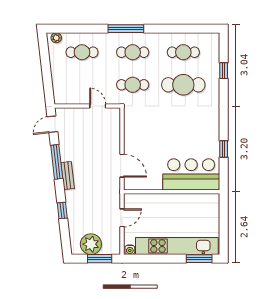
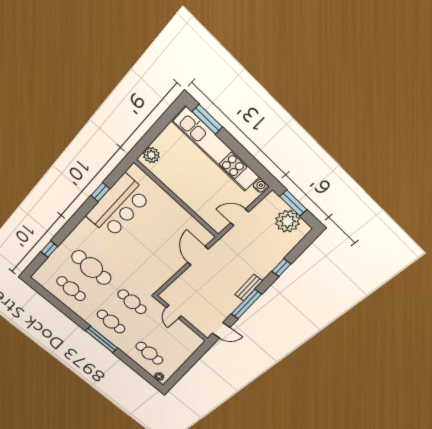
bar counter: (191, 174) -> (118, 206), moved, turned -90
plant: (213, 205) -> (151, 155), added

